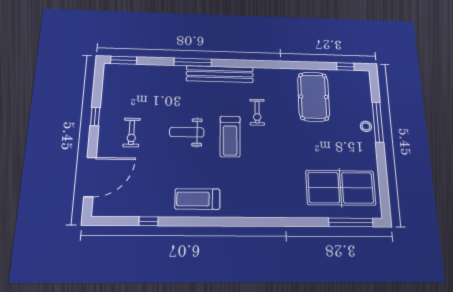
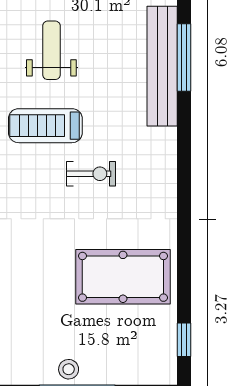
bench: (220, 74) -> (162, 66), moved
exercise bike: (257, 112) -> (91, 174), turned 180

